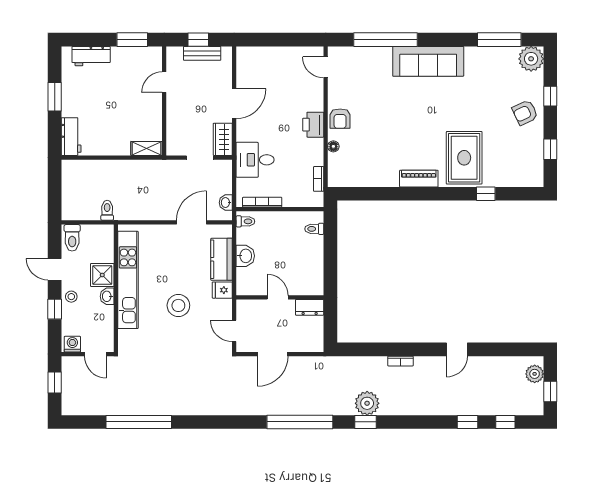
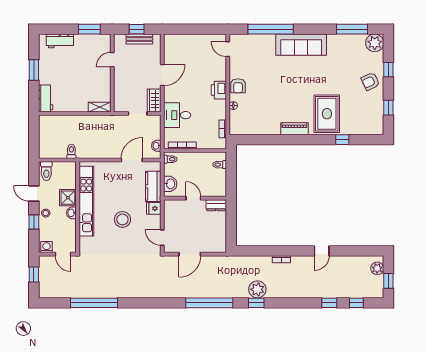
door: (278, 297) -> (193, 198), moved
wall: (280, 297) -> (195, 198), moved
dresser: (310, 307) -> (216, 205), moved

